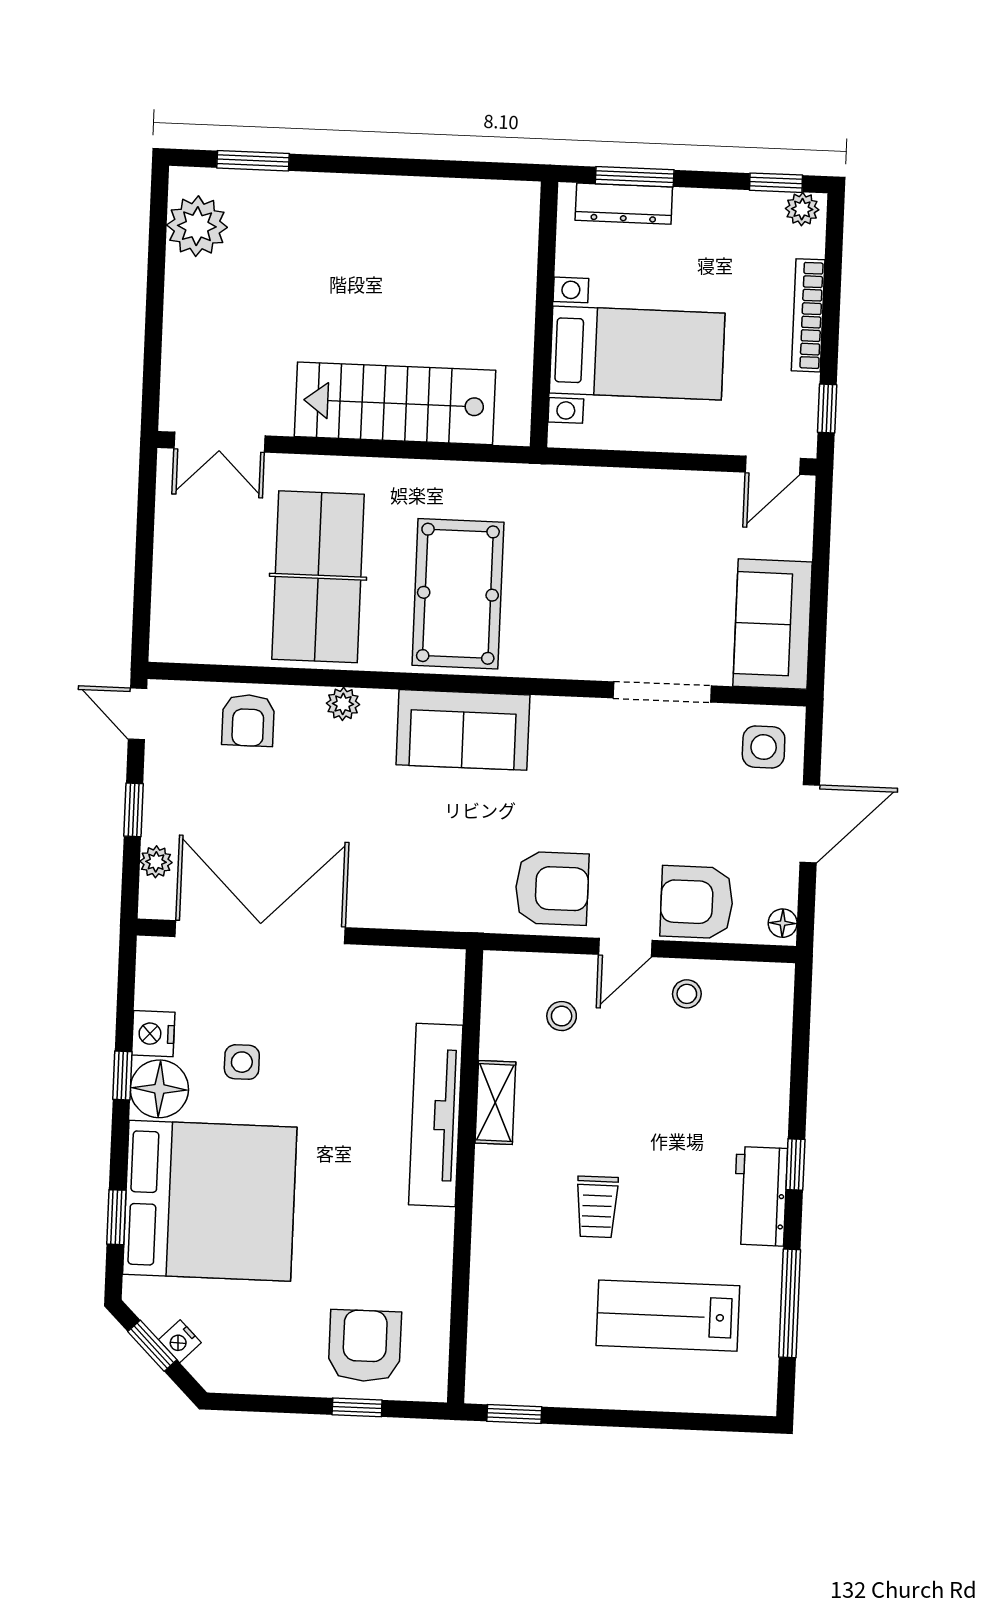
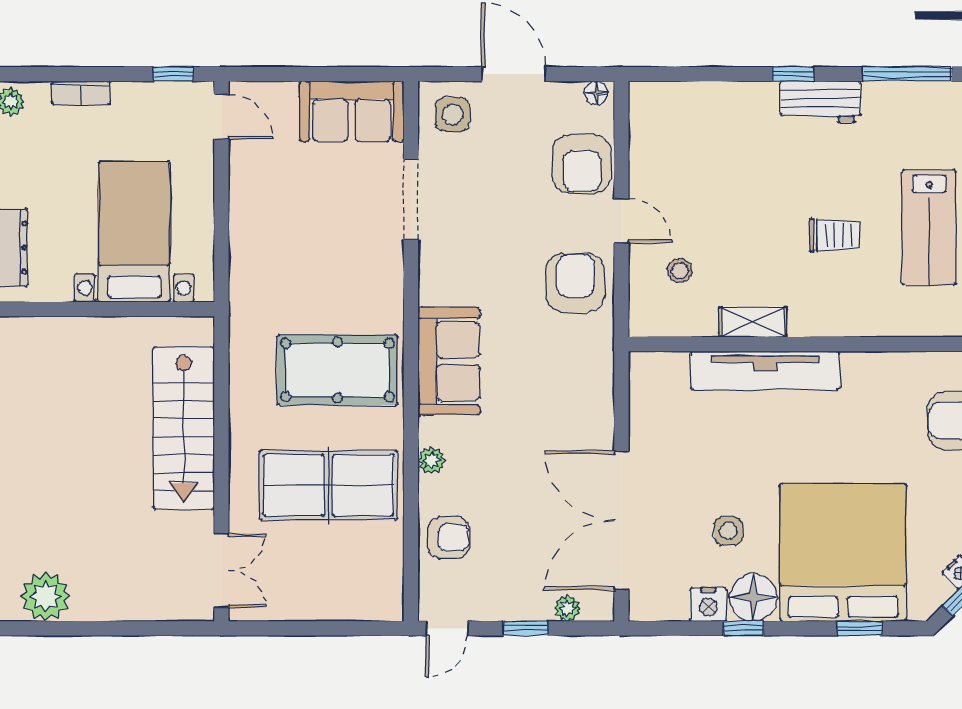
bookcase: (808, 315) -> (81, 93), width x0.64
stool: (687, 994) -> (657, 169), removed
lab bench: (668, 1316) -> (929, 227), moved

